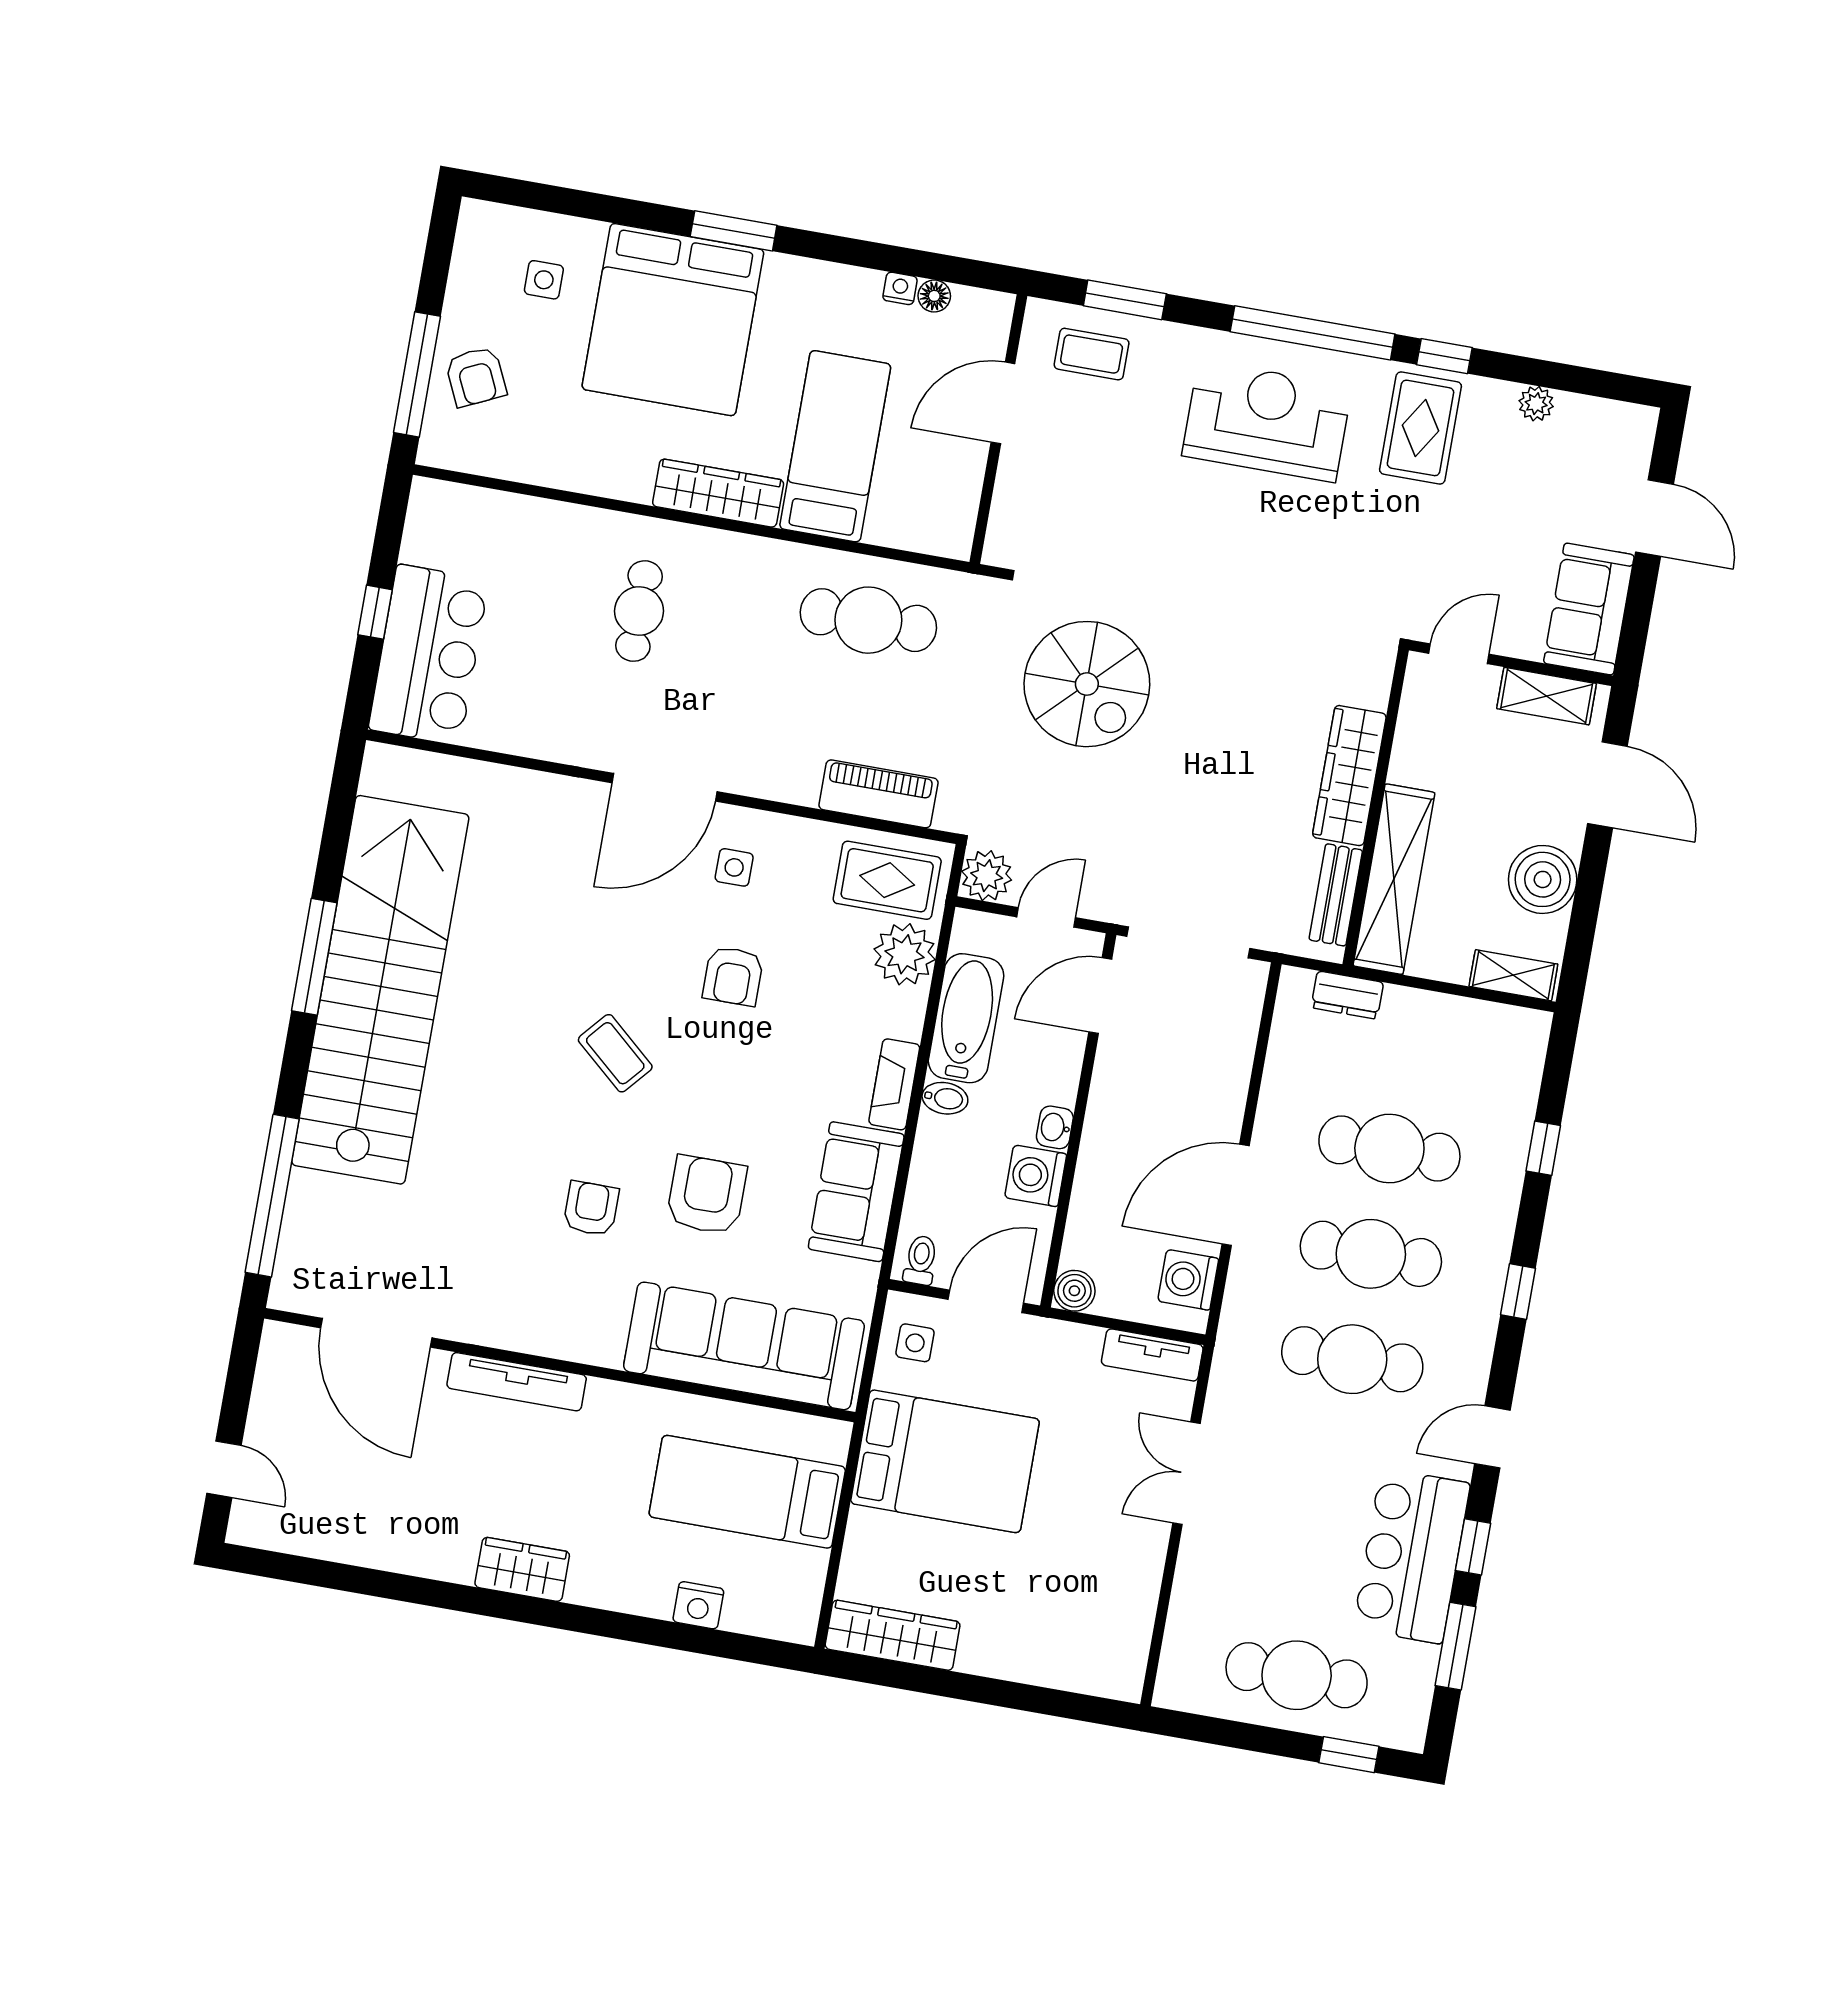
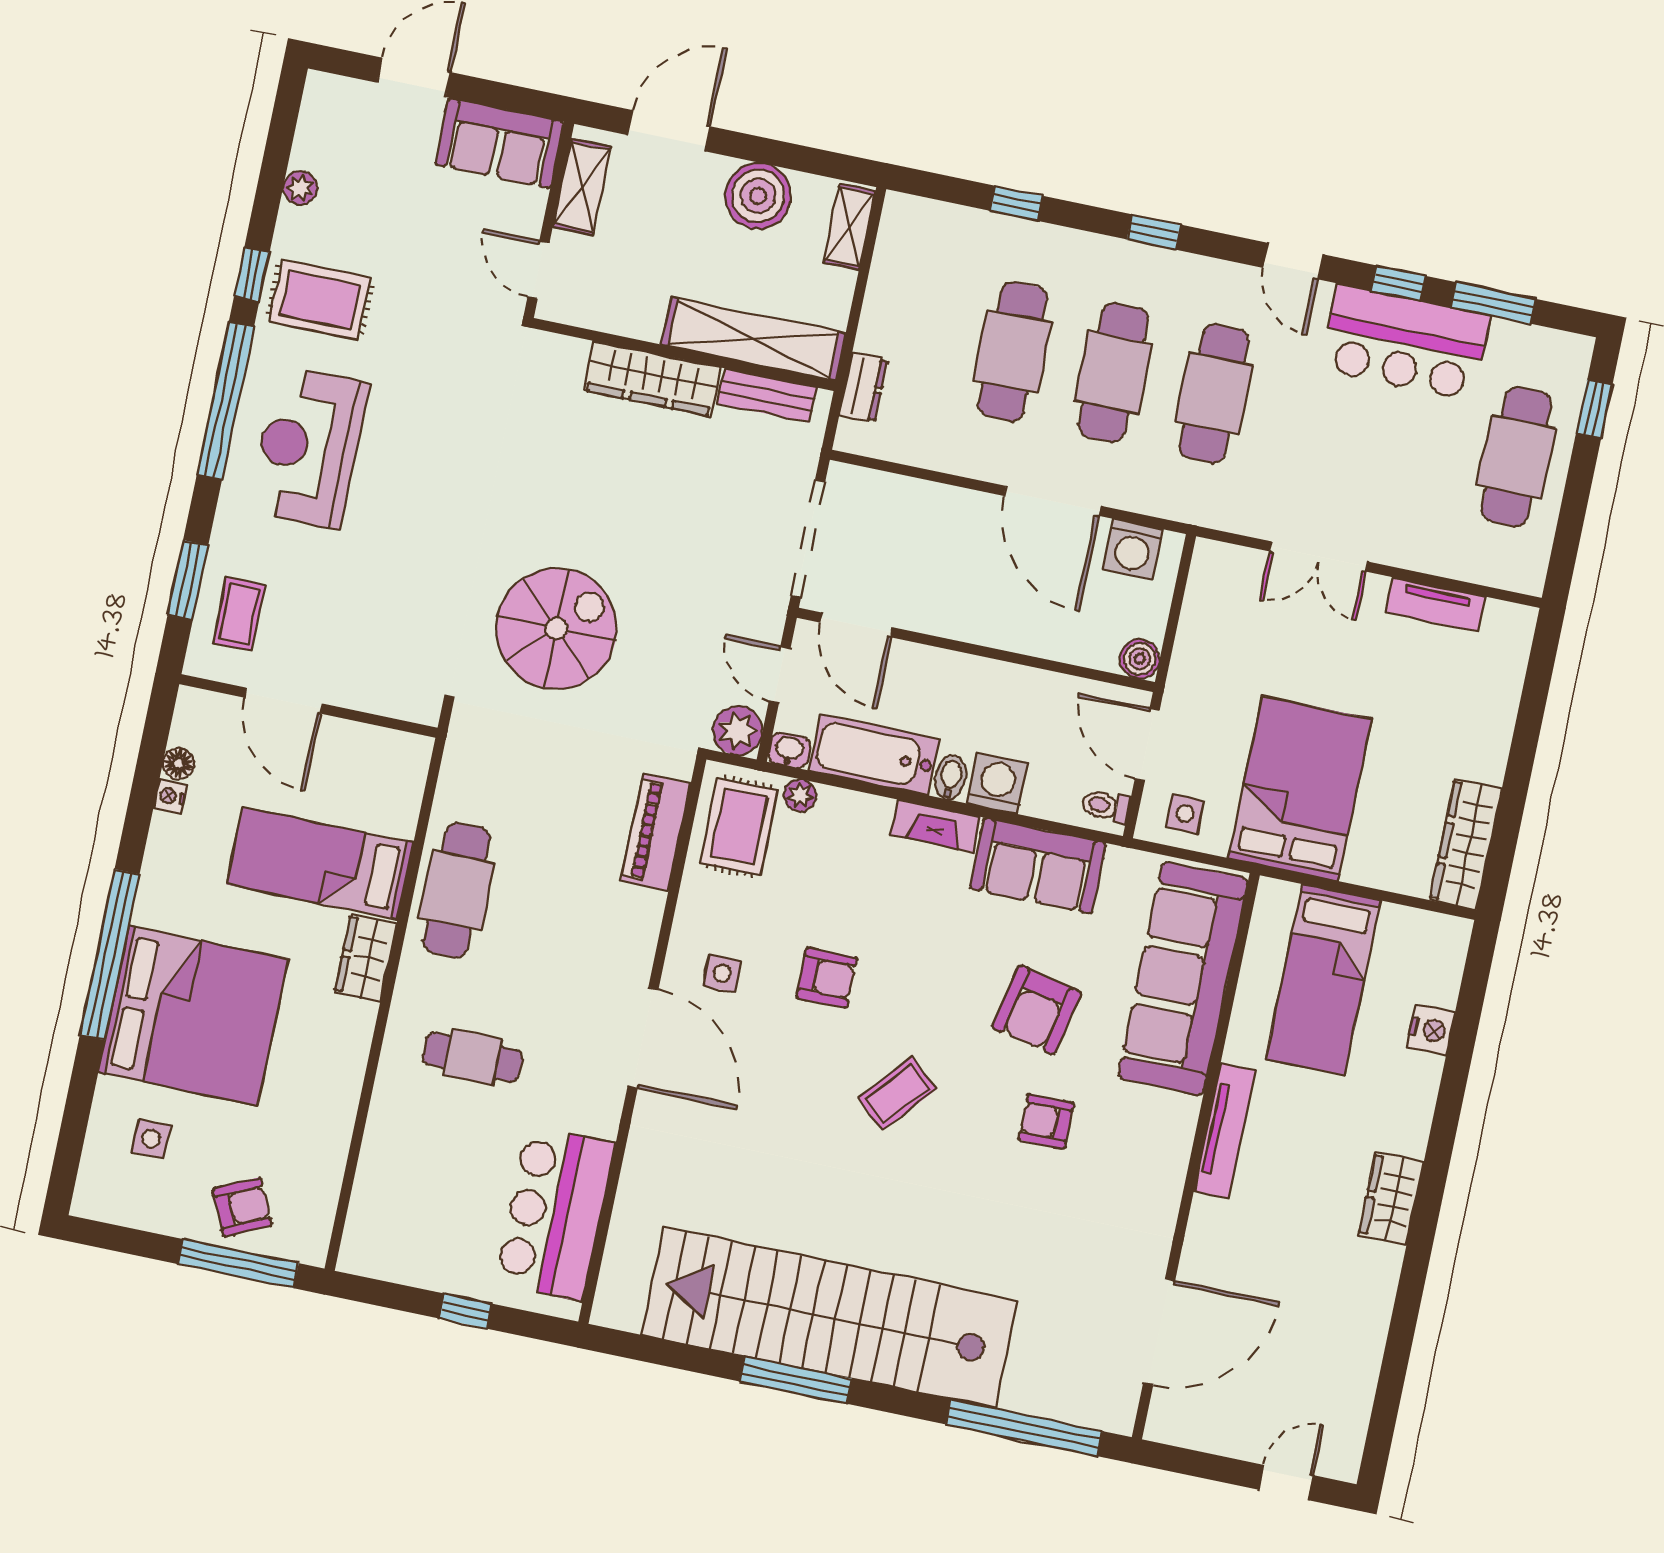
window: (734, 231) -> (110, 955), width x2.11
wardrobe: (718, 493) -> (366, 958), width x0.67
cafe table: (868, 620) -> (457, 890), moved
bar counter: (429, 655) -> (555, 1213), moved, turned -90
plant: (905, 954) -> (800, 795), width x0.53, depth x0.53
washbasin: (1055, 1127) -> (789, 750), moved, turned 180
washing machine: (1036, 1176) -> (998, 783), moved, turned 180
armchair: (707, 1195) -> (1037, 1010), turned -78
tv unit: (1152, 1355) -> (1435, 604), moved, turned 90
tv unit: (517, 1382) -> (1224, 1131), moved

